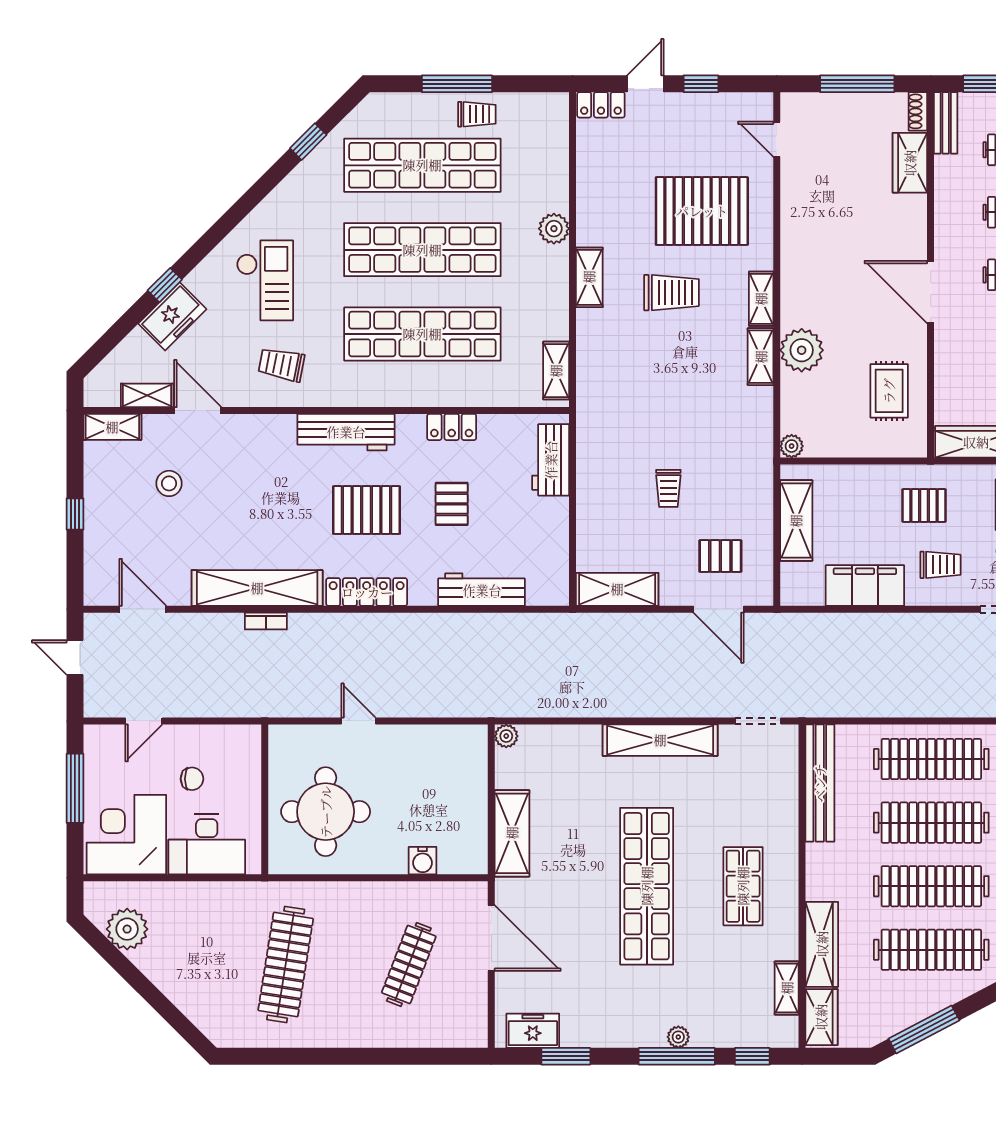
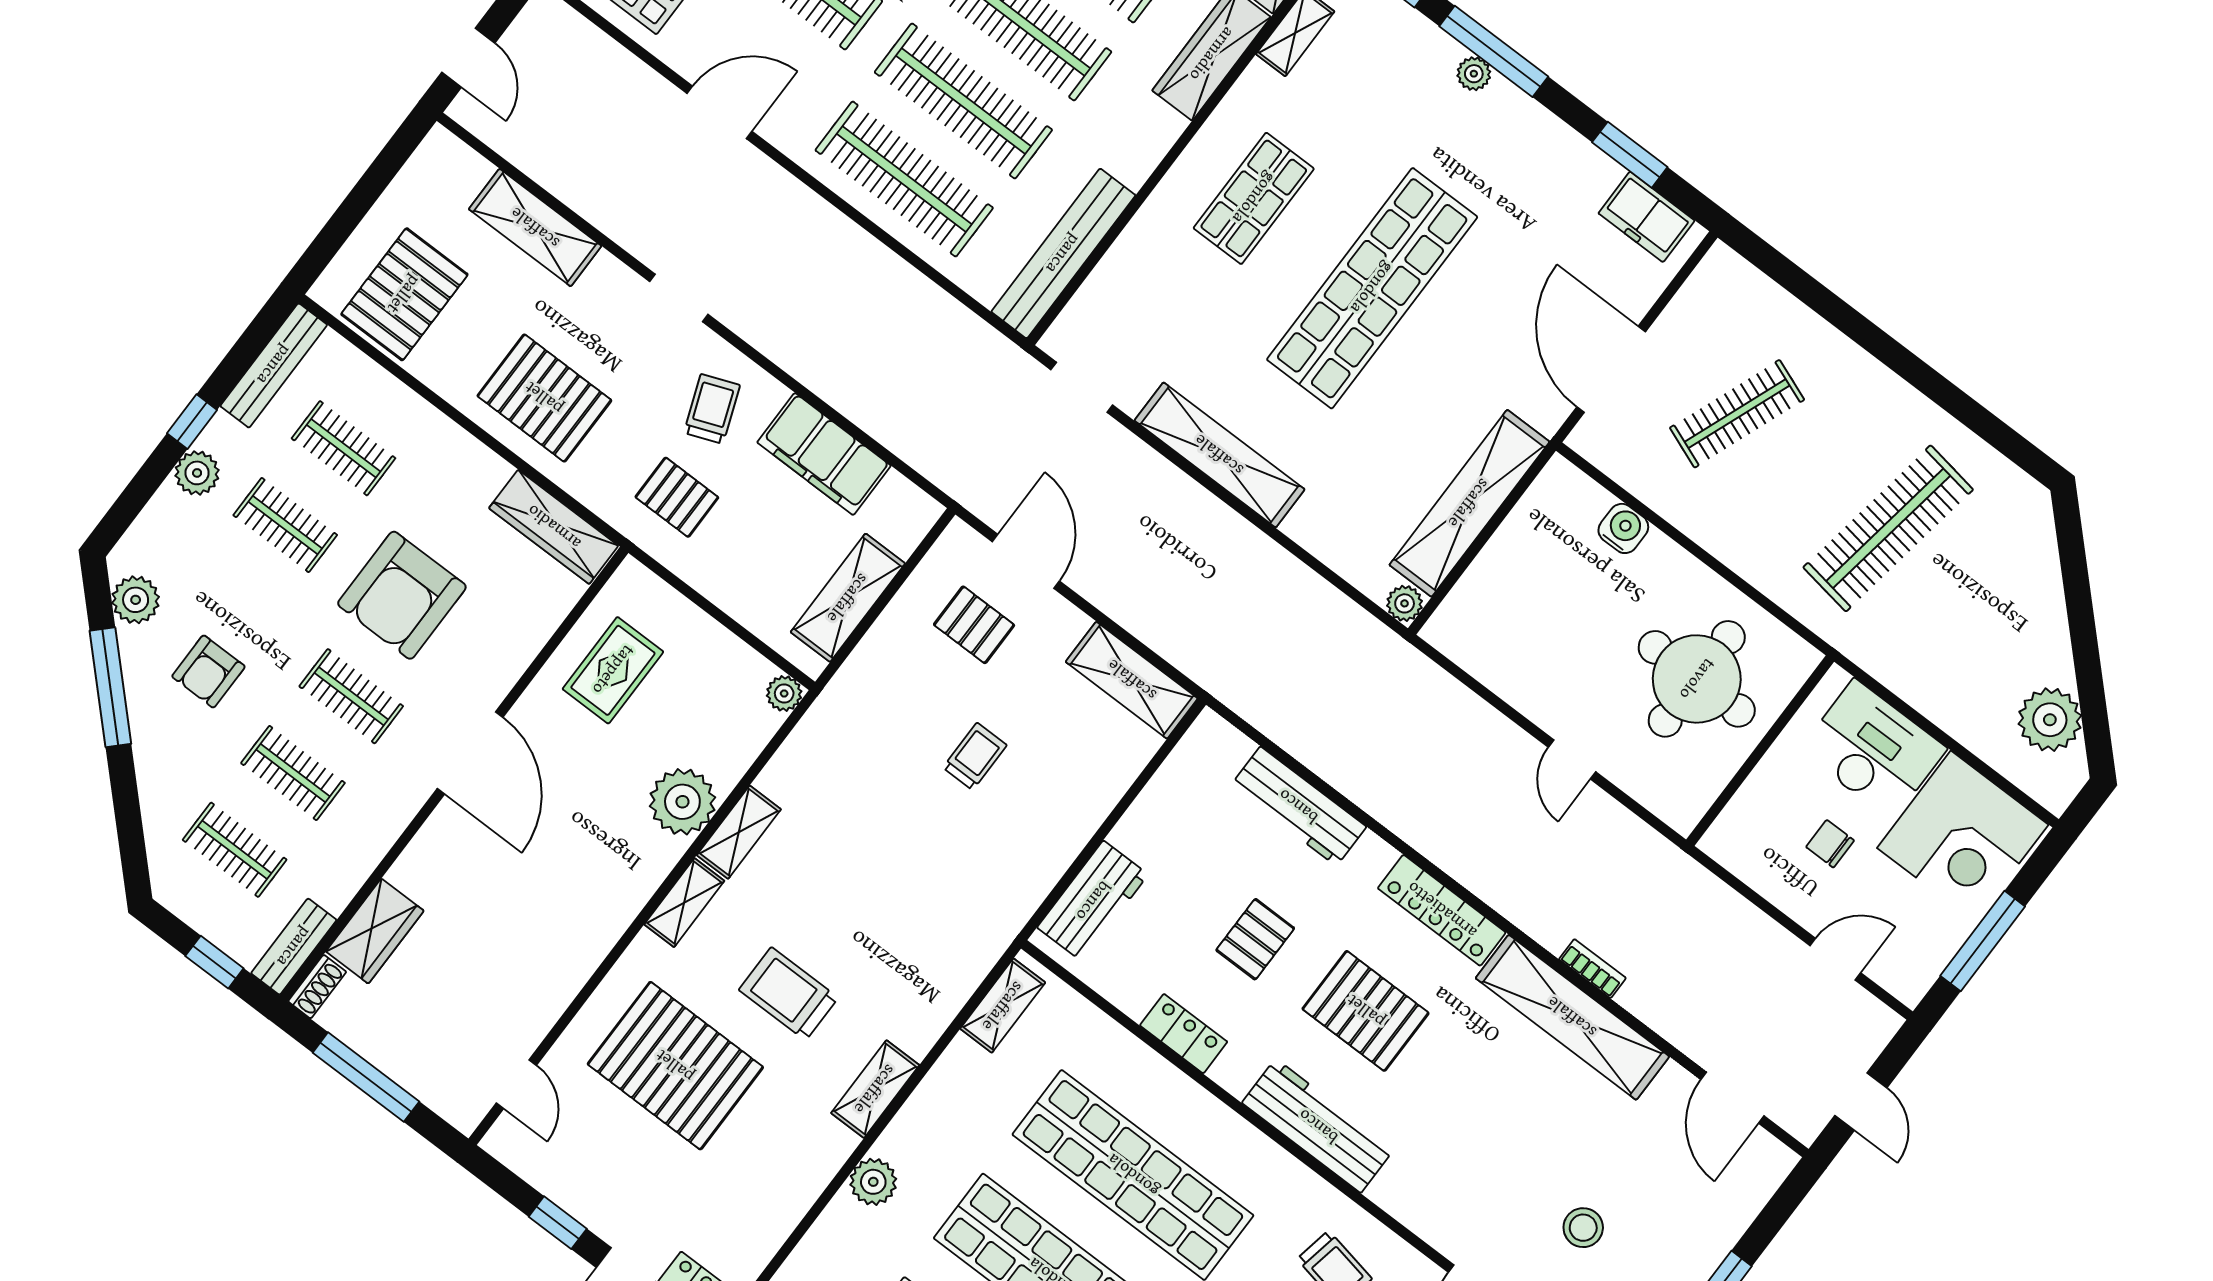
trolley: (941, 565) -> (712, 409), turned 69
shelving: (512, 833) -> (1469, 503), width x1.47

